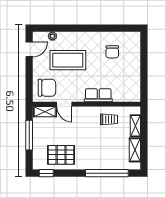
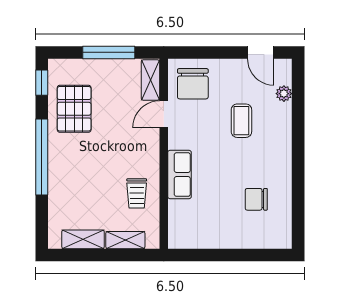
coffee table: (68, 60) -> (241, 121), width x0.54, depth x0.58
window: (107, 173) -> (42, 157), moved

